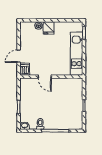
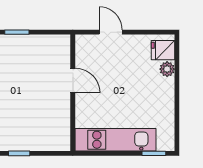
fridge: (49, 28) -> (163, 50), moved
dishwasher: (25, 69) -> (87, 43), removed
door: (45, 77) -> (73, 81), swing flipped

